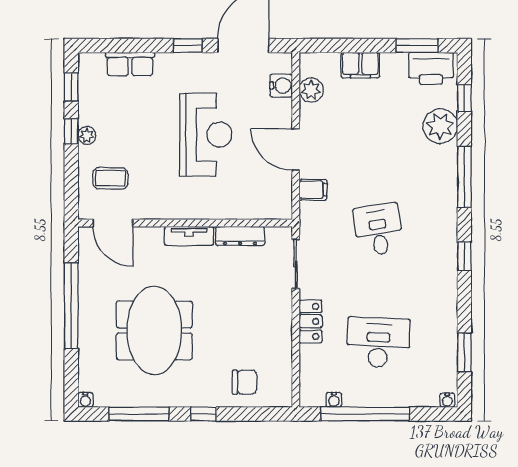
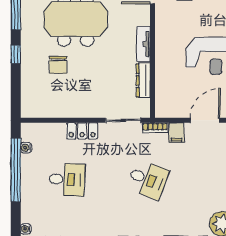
bookcase: (306, 219) -> (155, 128), added
desk: (378, 230) -> (148, 179), turned 30
desk: (378, 342) -> (67, 179), width x0.73
chair: (245, 382) -> (58, 65), moved

